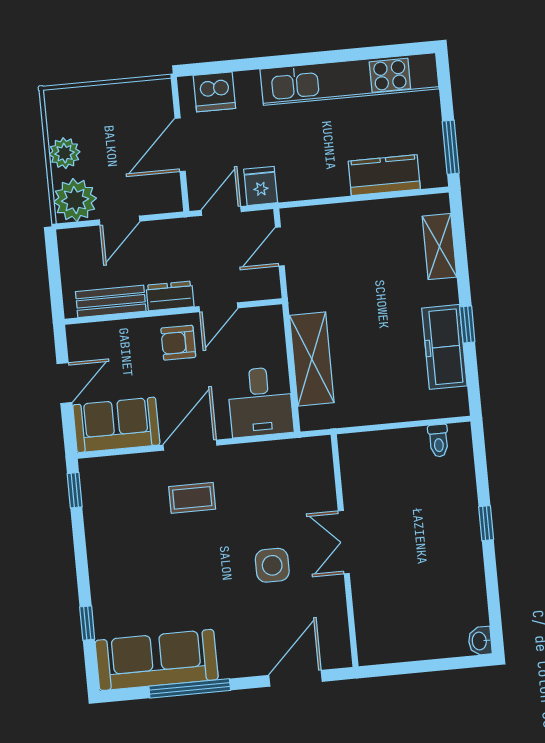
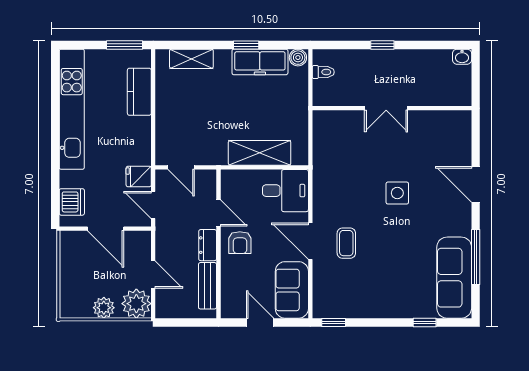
boiler: (456, 402) -> (298, 58), added
double door: (344, 542) -> (386, 108), moved
wall: (345, 551) -> (392, 108), moved

